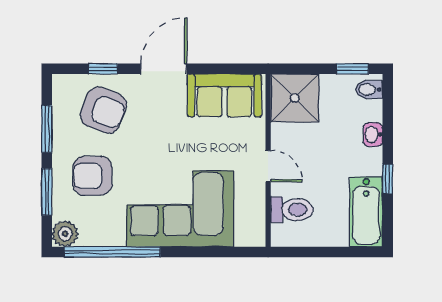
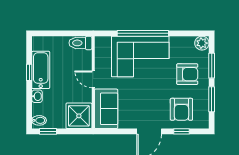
sofa: (224, 95) -> (106, 109), moved, turned 90
armchair: (103, 110) -> (181, 109), turned -111
toilet: (292, 210) -> (80, 43), moved
bathtub: (366, 212) -> (41, 70), moved
window: (112, 252) -> (143, 33), moved

